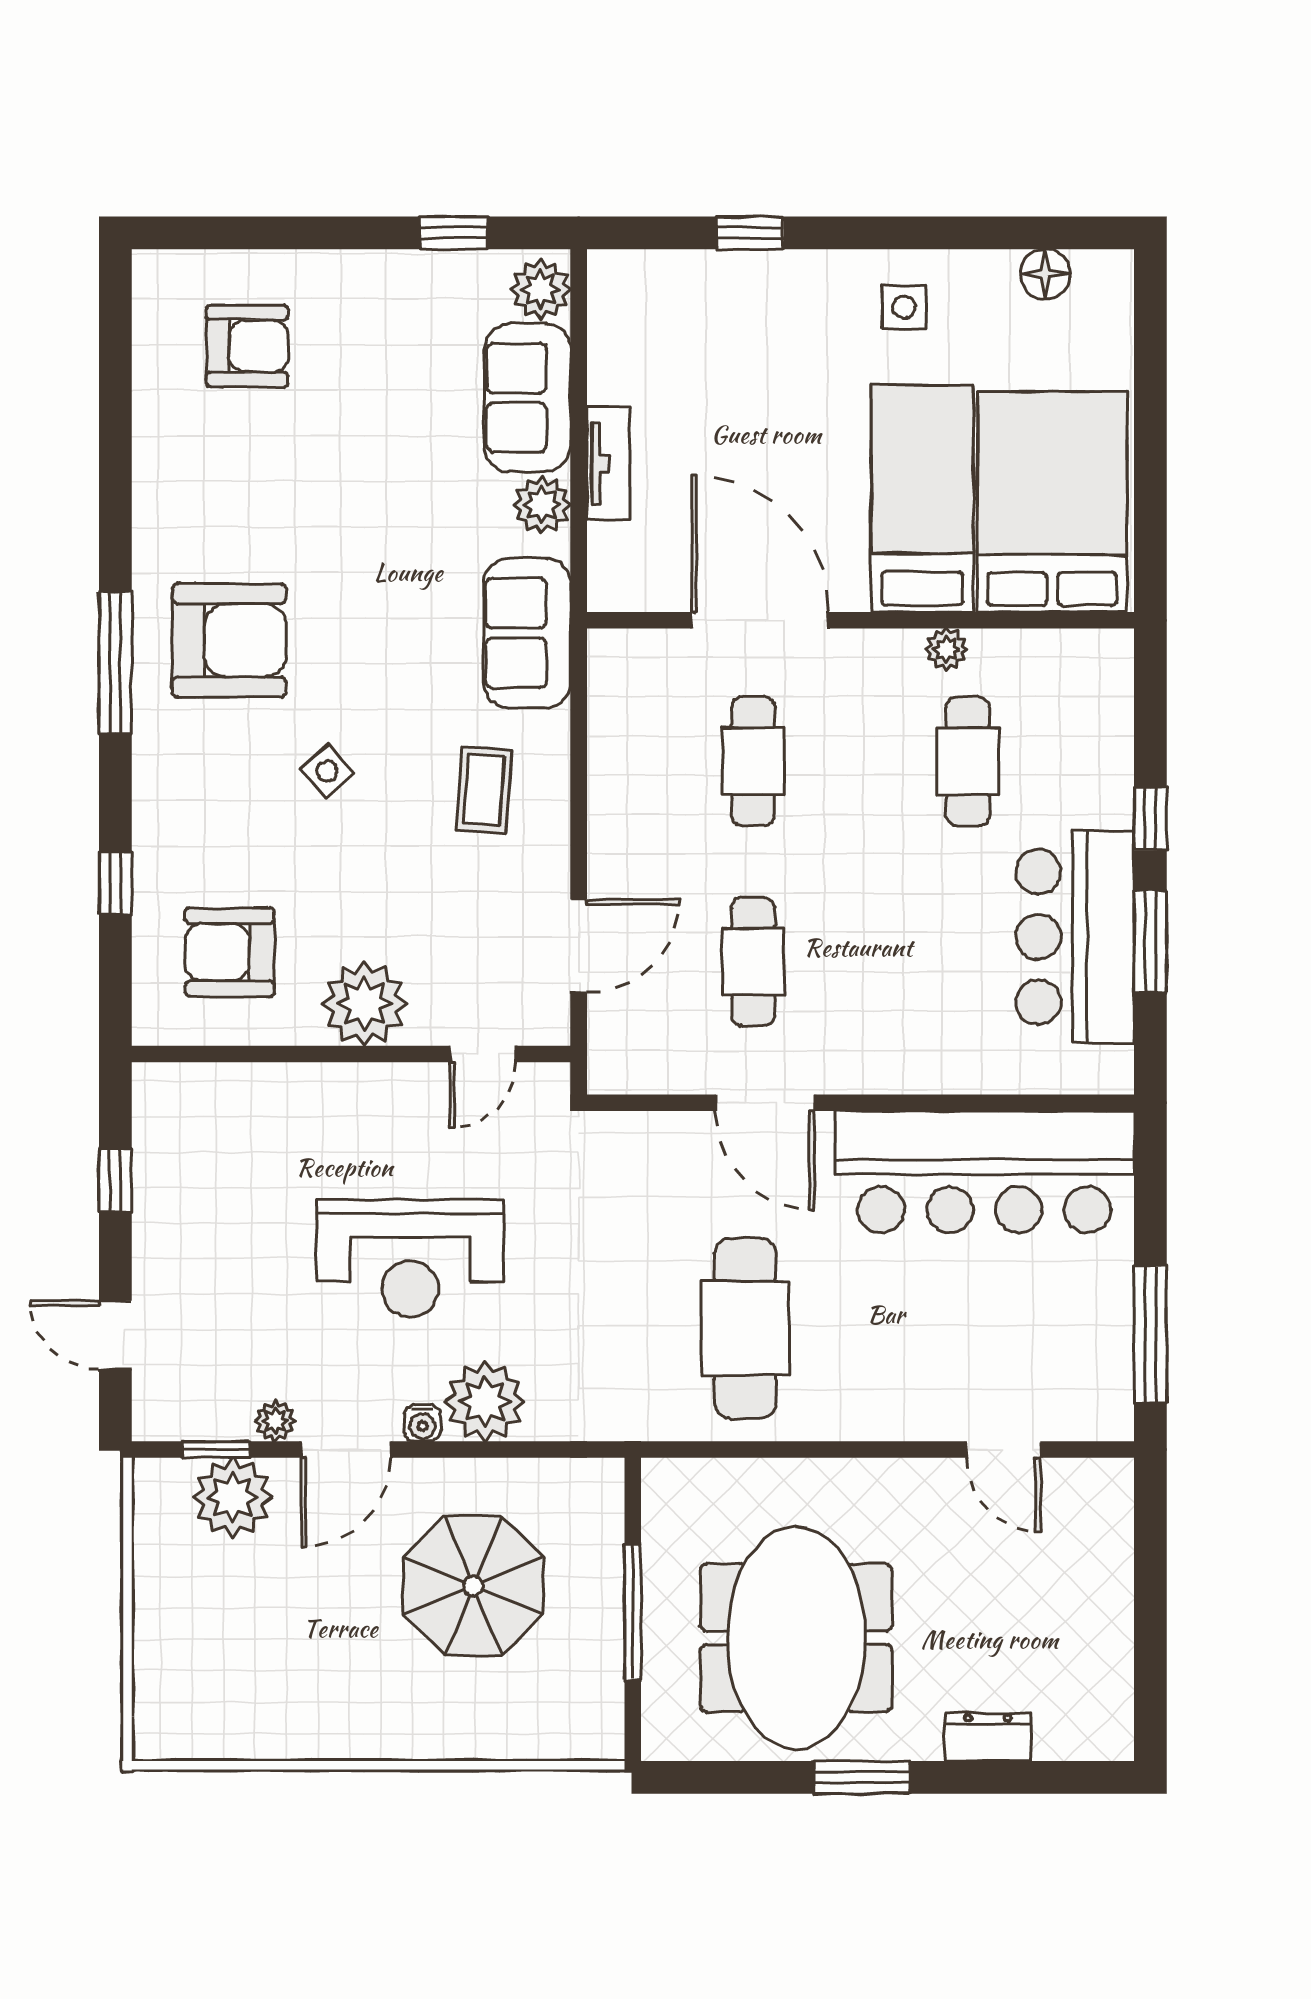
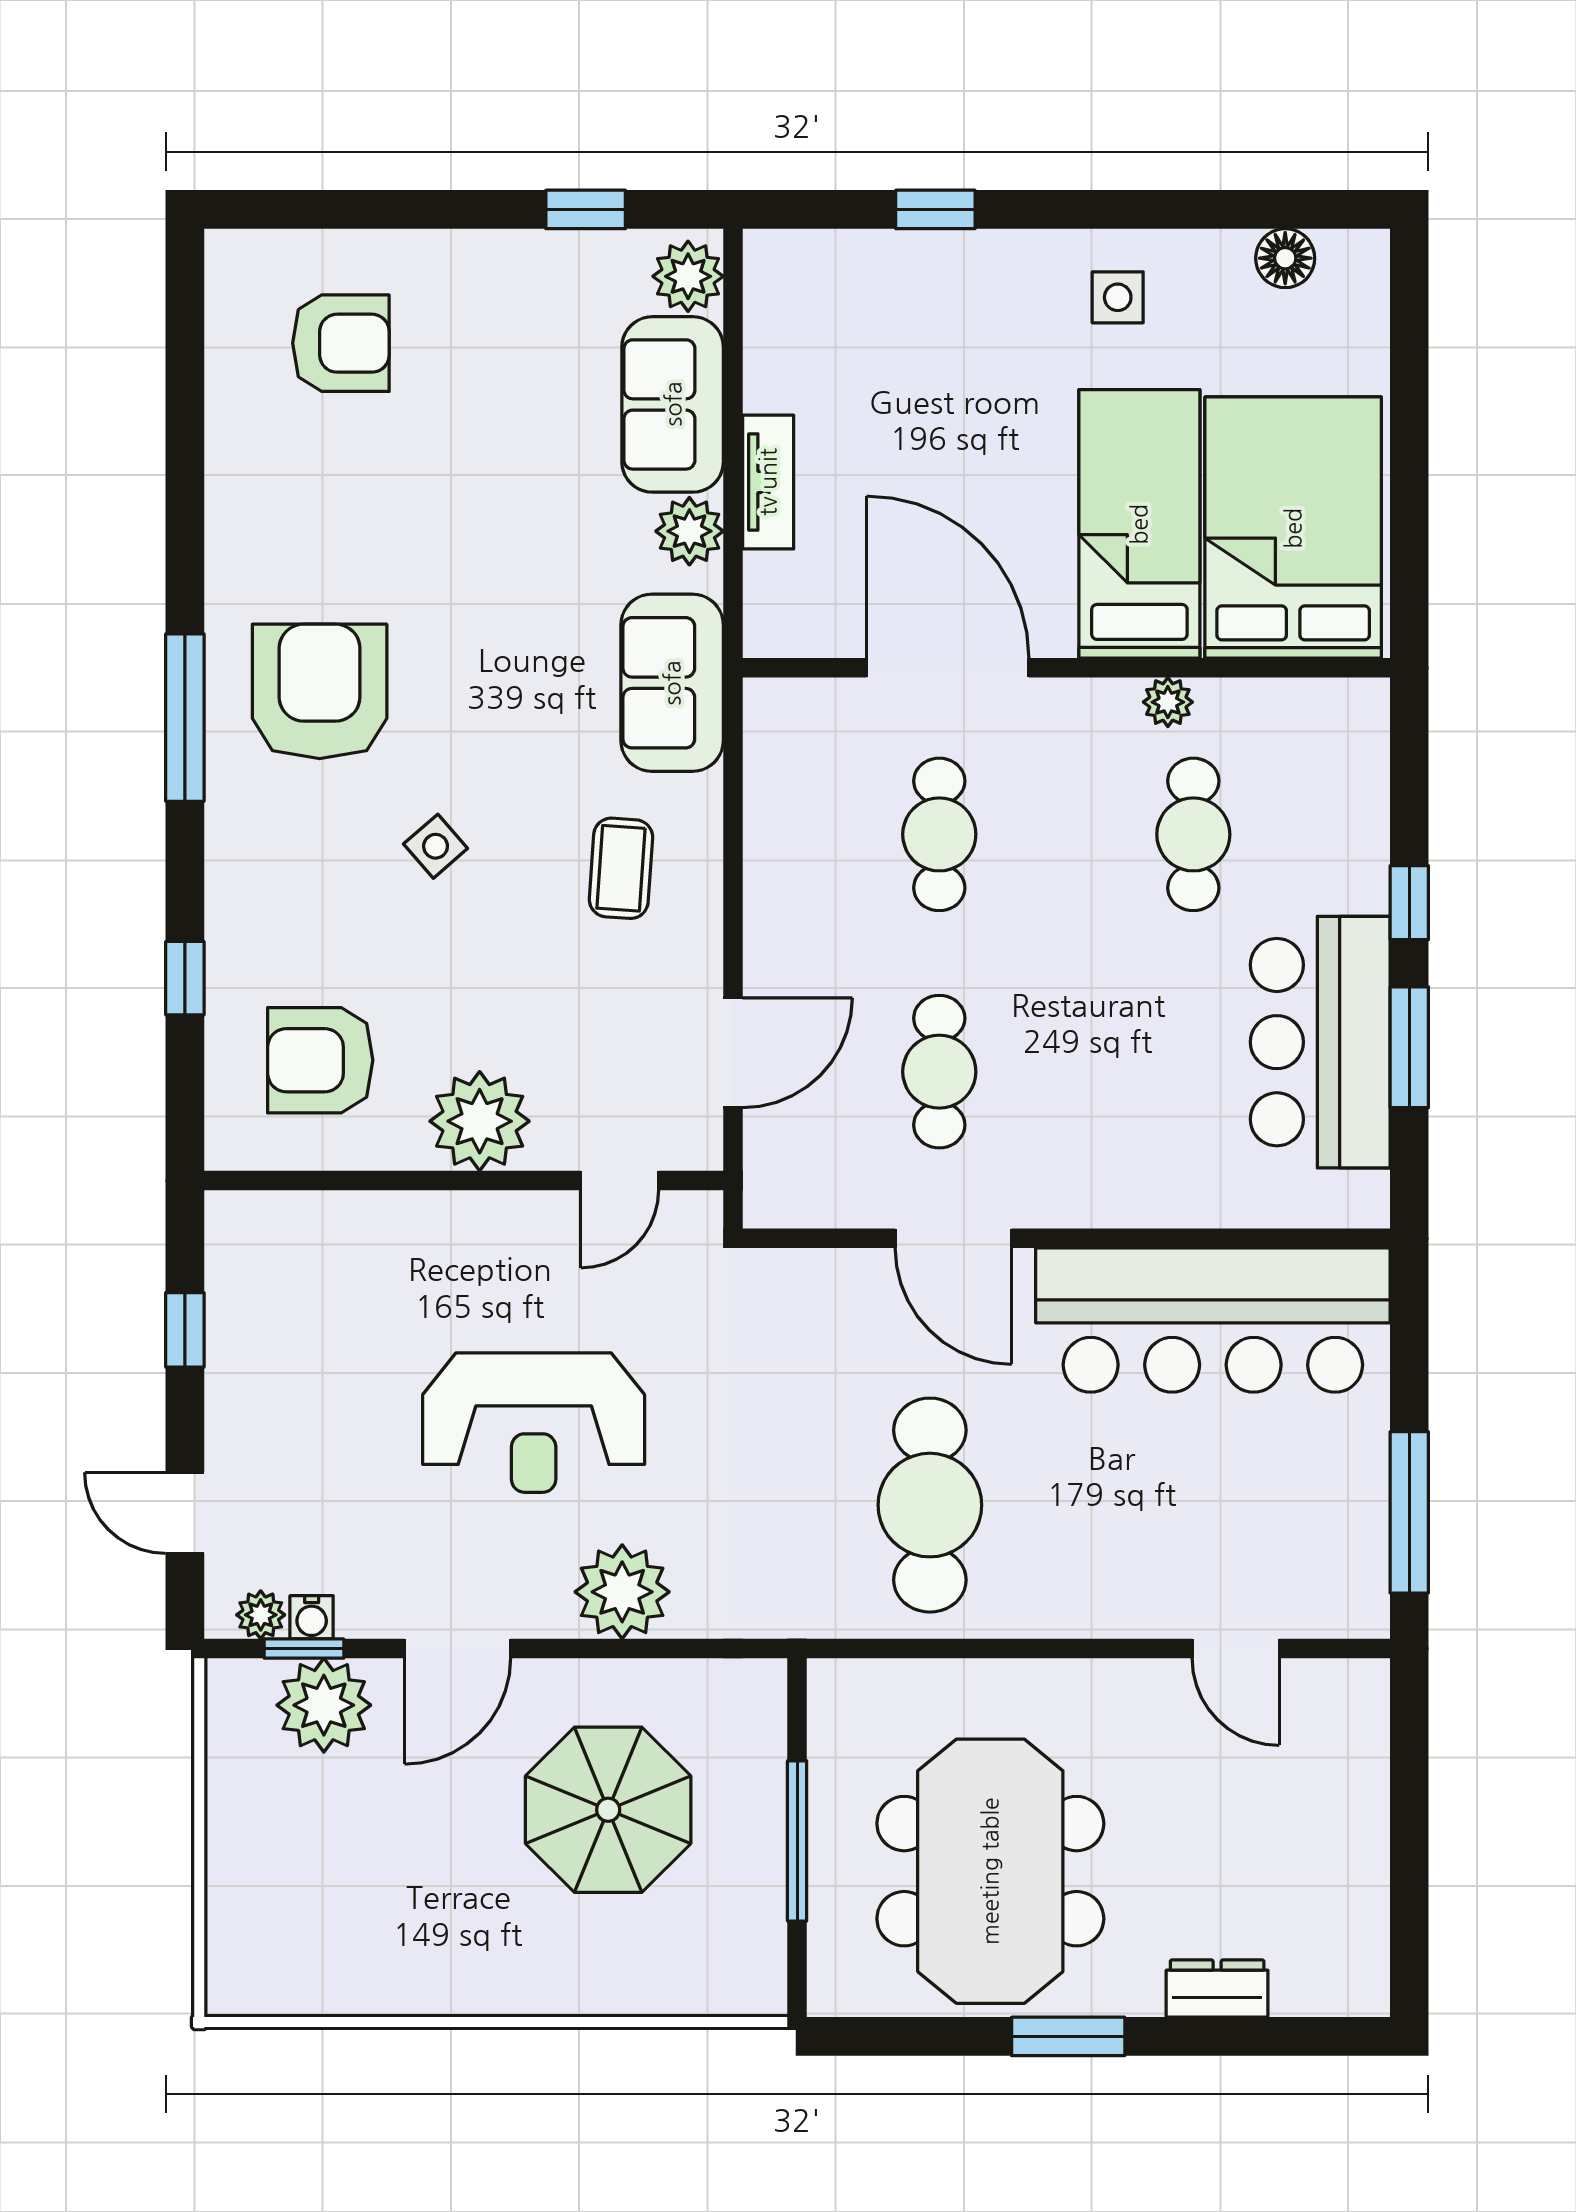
armchair: (229, 640) -> (320, 691), turned -90
plant: (275, 1421) -> (261, 1615), moved
water cooler: (422, 1423) -> (312, 1617), moved

